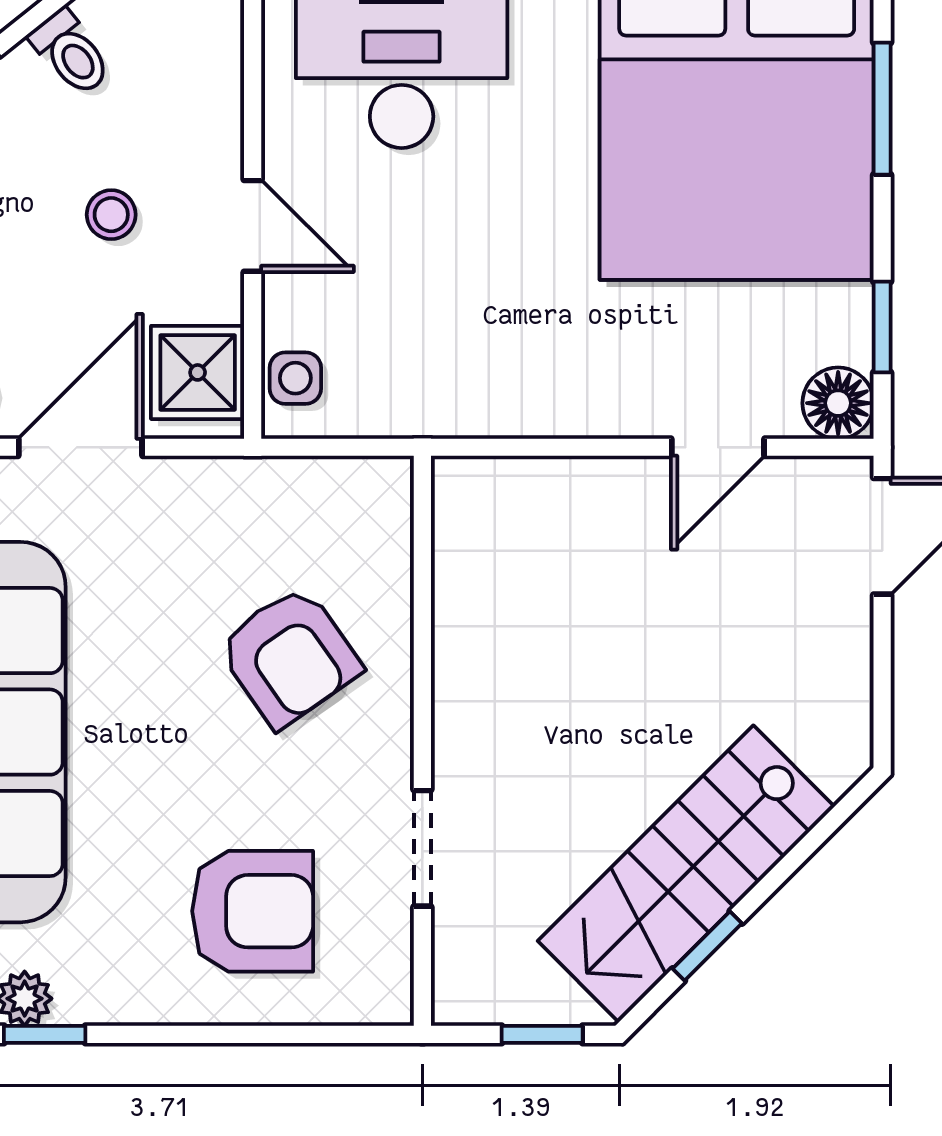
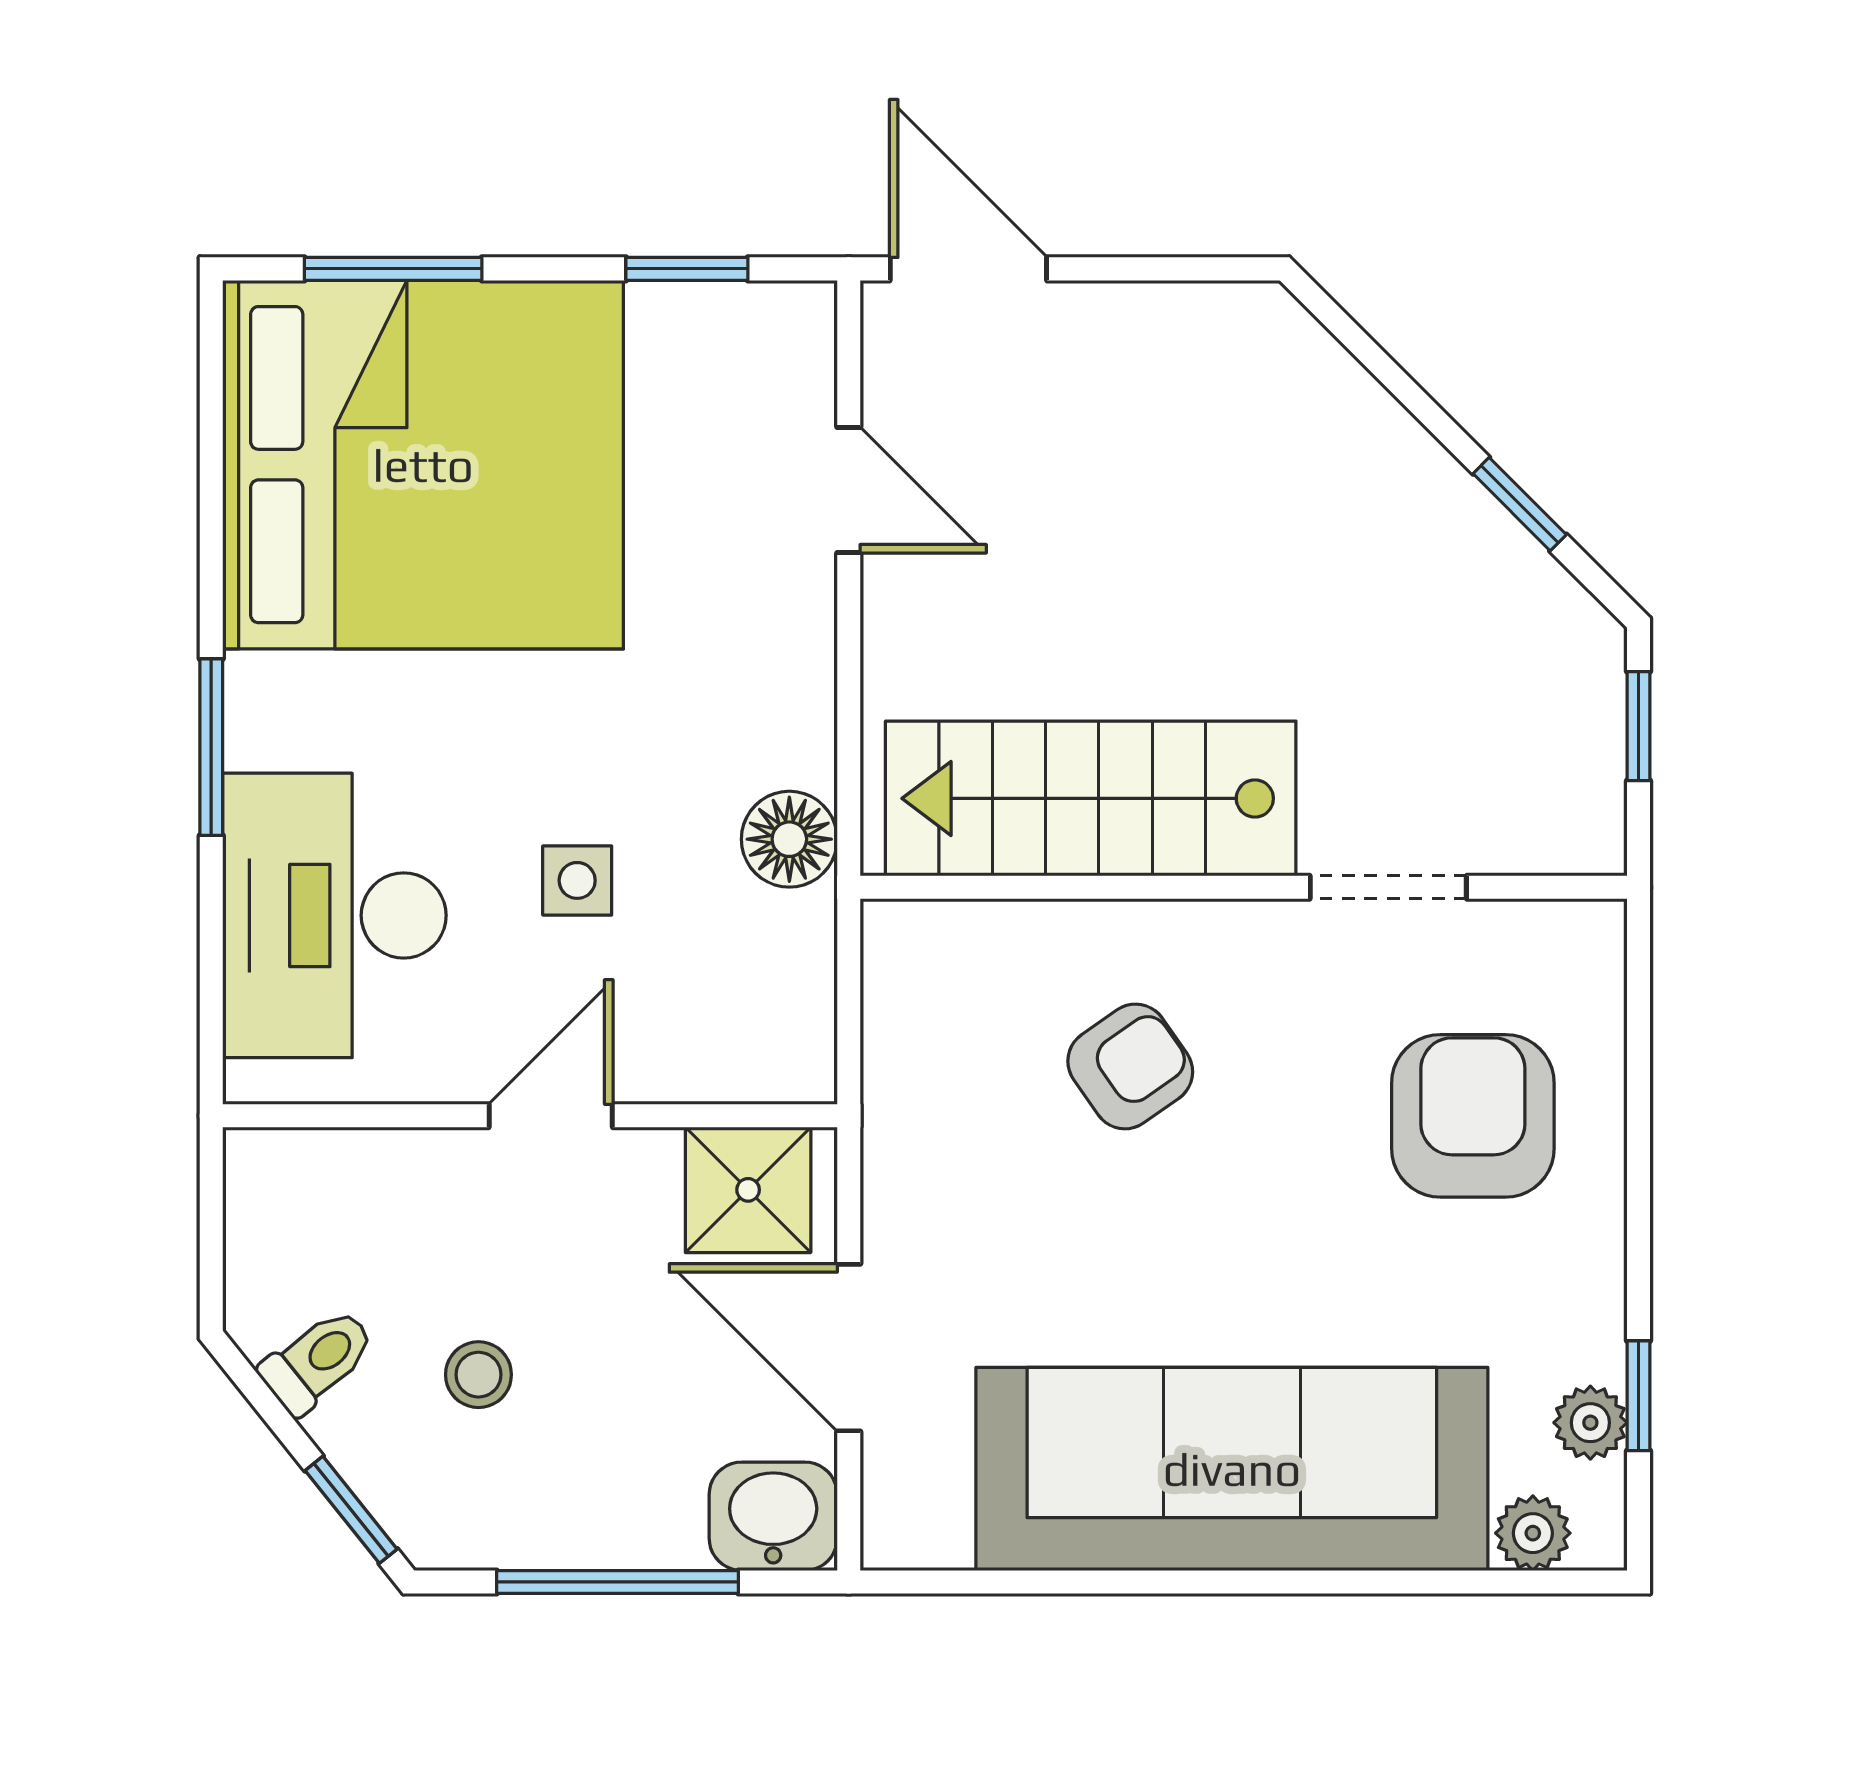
stool: (111, 215) -> (478, 1375), moved
side table: (295, 378) -> (577, 880), moved
floor lamp: (838, 403) -> (789, 839), moved
armchair: (289, 657) -> (1130, 1066), width x0.72, depth x0.72
stairs: (686, 874) -> (1091, 798), moved, turned 135

